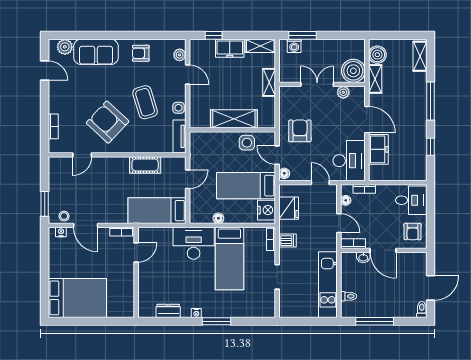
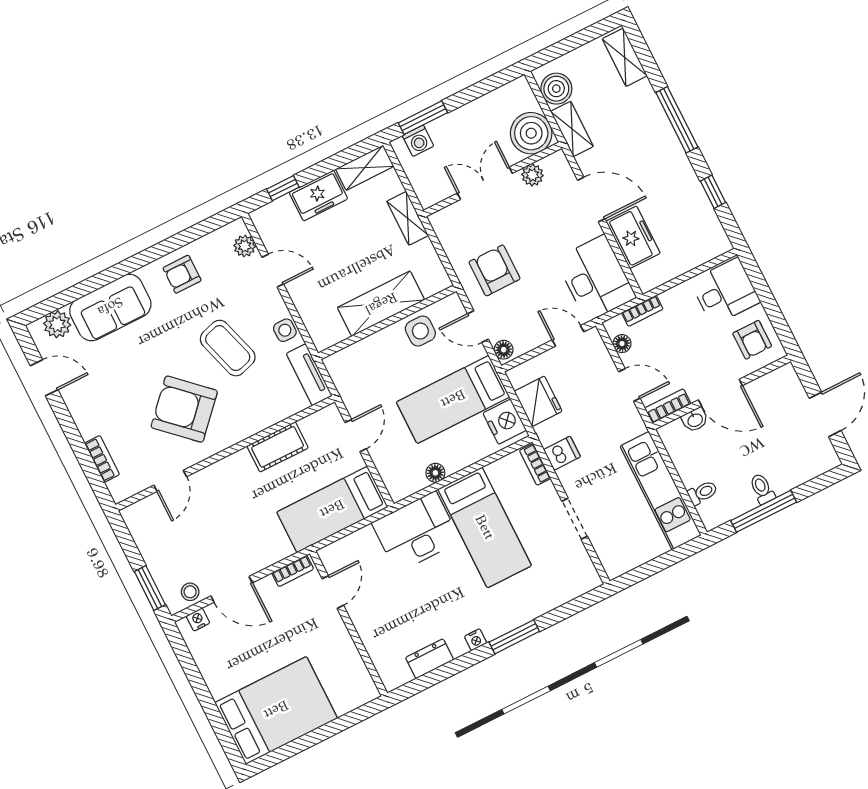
toilet: (422, 309) -> (762, 489), moved

